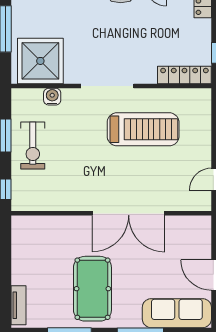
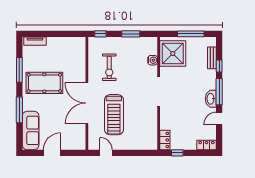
locker: (184, 75) -> (165, 140), width x0.66
treadmill: (143, 129) -> (114, 115), moved
exercise bike: (33, 145) -> (109, 67), moved, turned -90

